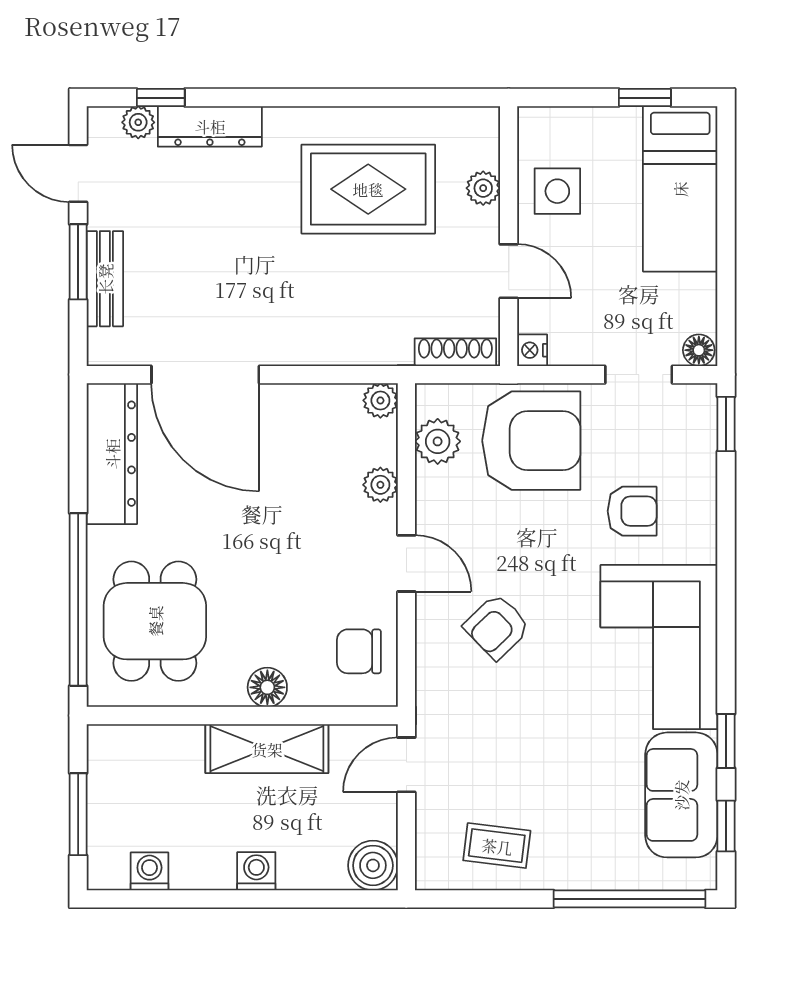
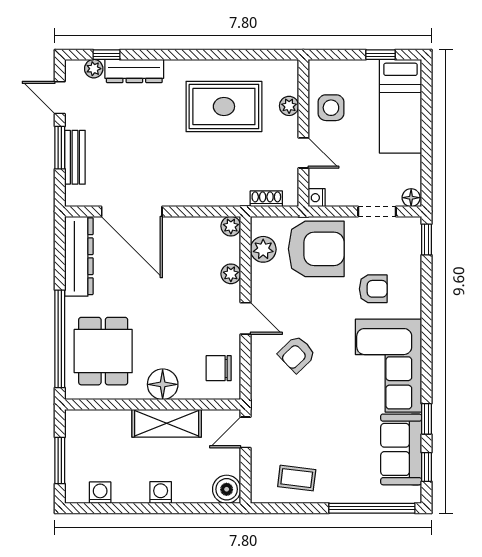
shoe rack: (455, 352) -> (266, 199), width x0.70
floor lamp: (267, 687) -> (163, 384), width x1.38, depth x1.38

